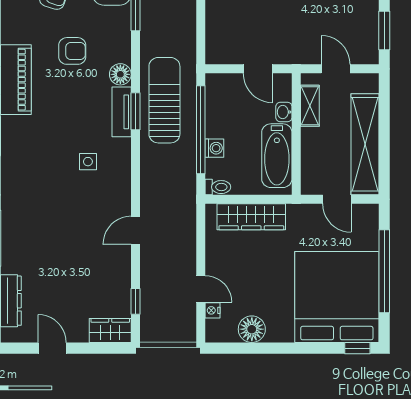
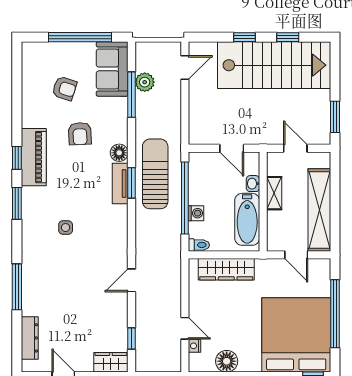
armchair: (72, 51) -> (80, 134), turned 87
shelving: (310, 106) -> (274, 193), moved
side table: (88, 162) -> (66, 228), moved

